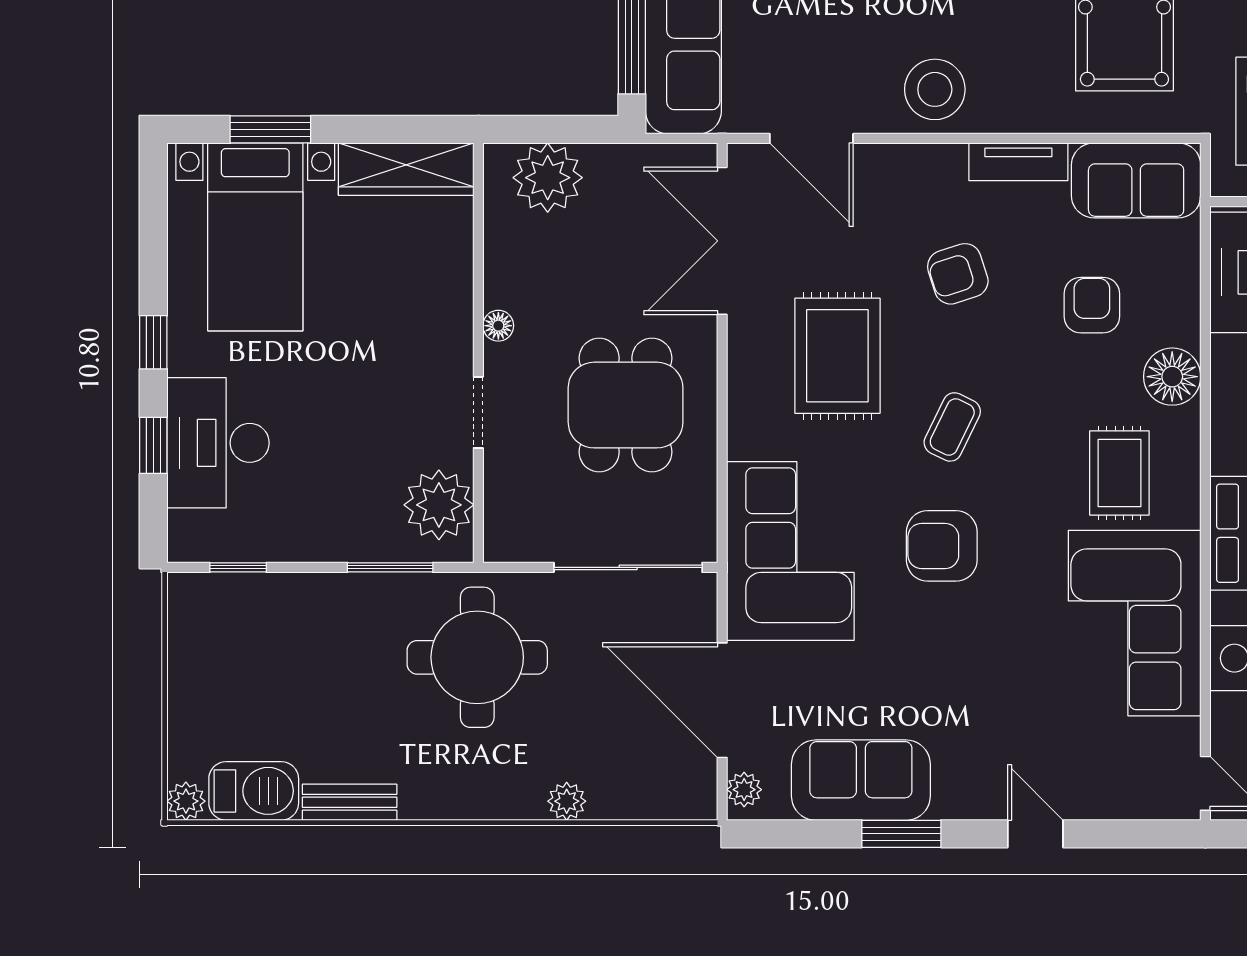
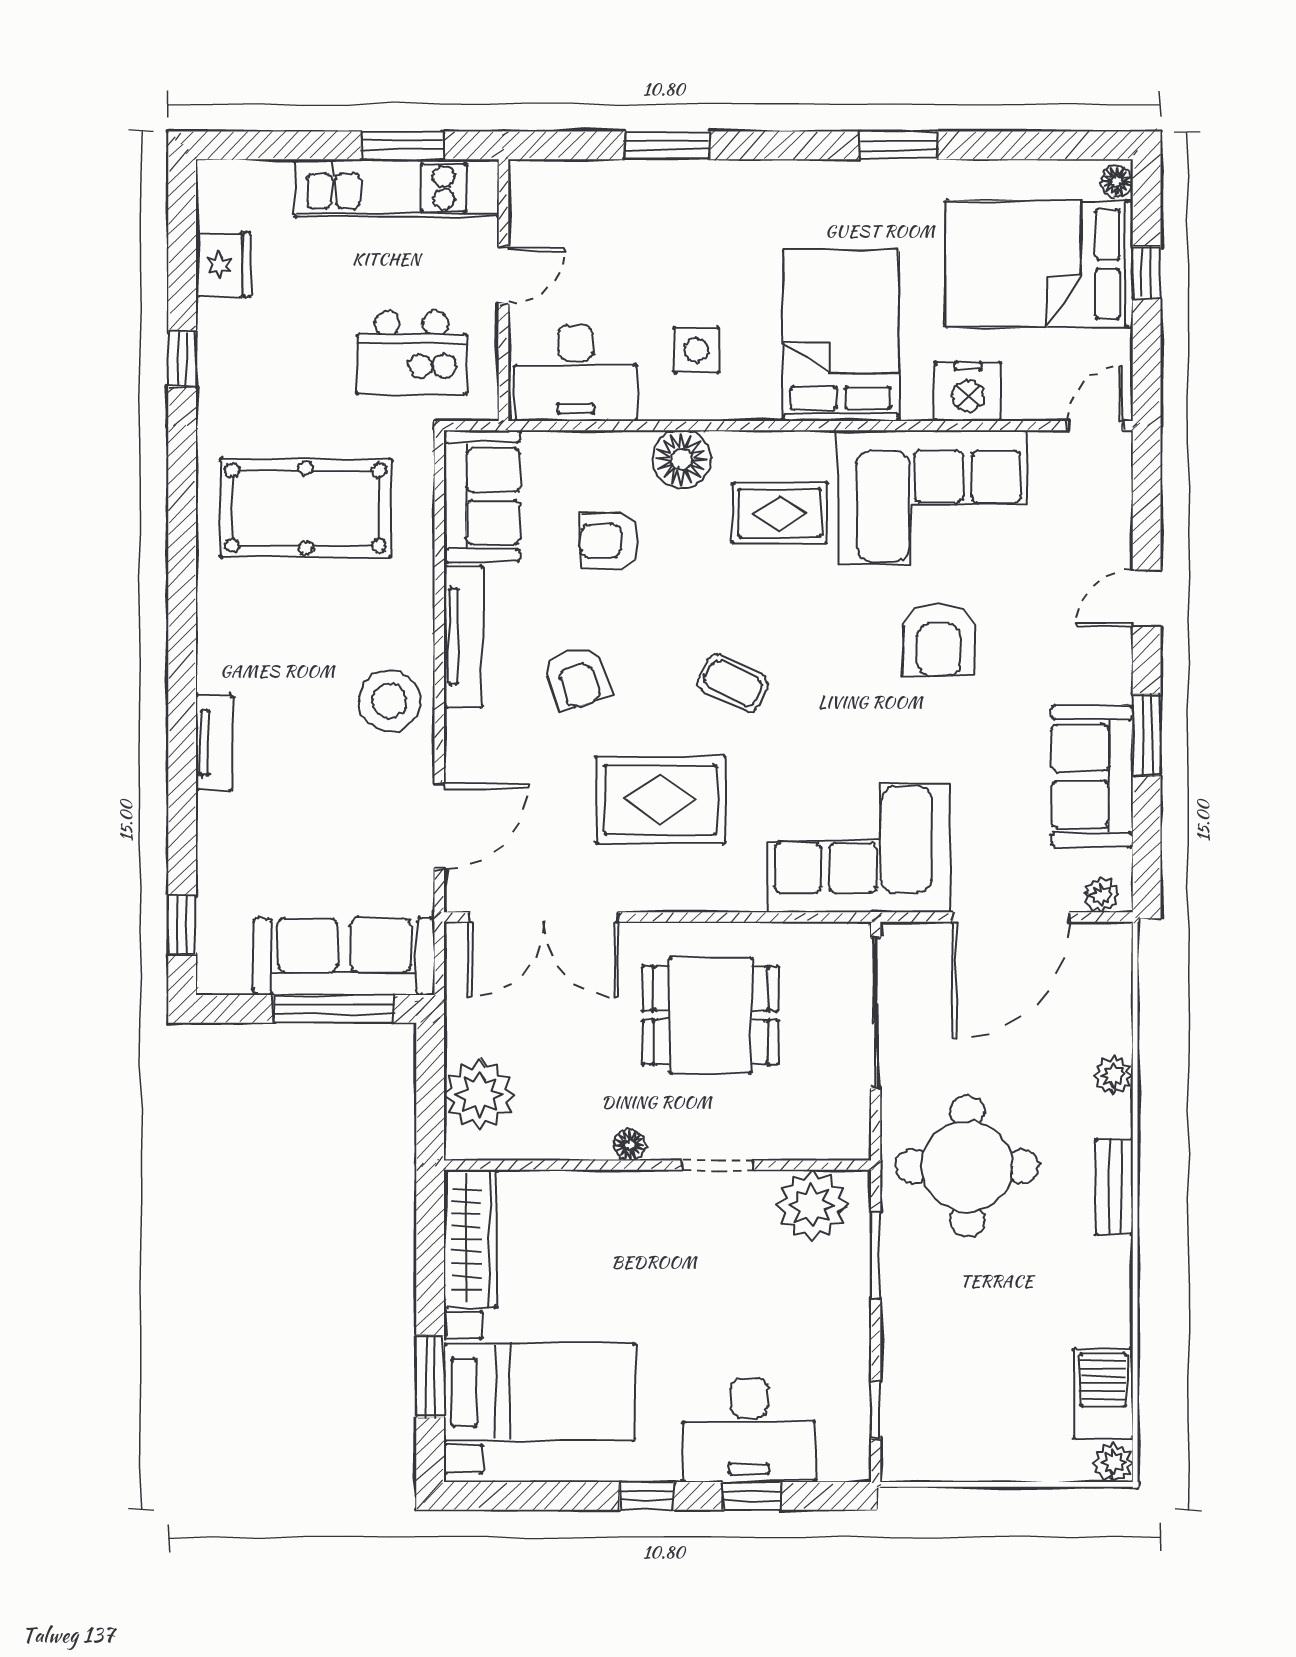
tv unit: (1018, 162) -> (463, 636), width x1.41
armchair: (942, 546) -> (939, 640), moved
bench: (350, 802) -> (1114, 1187), moved

